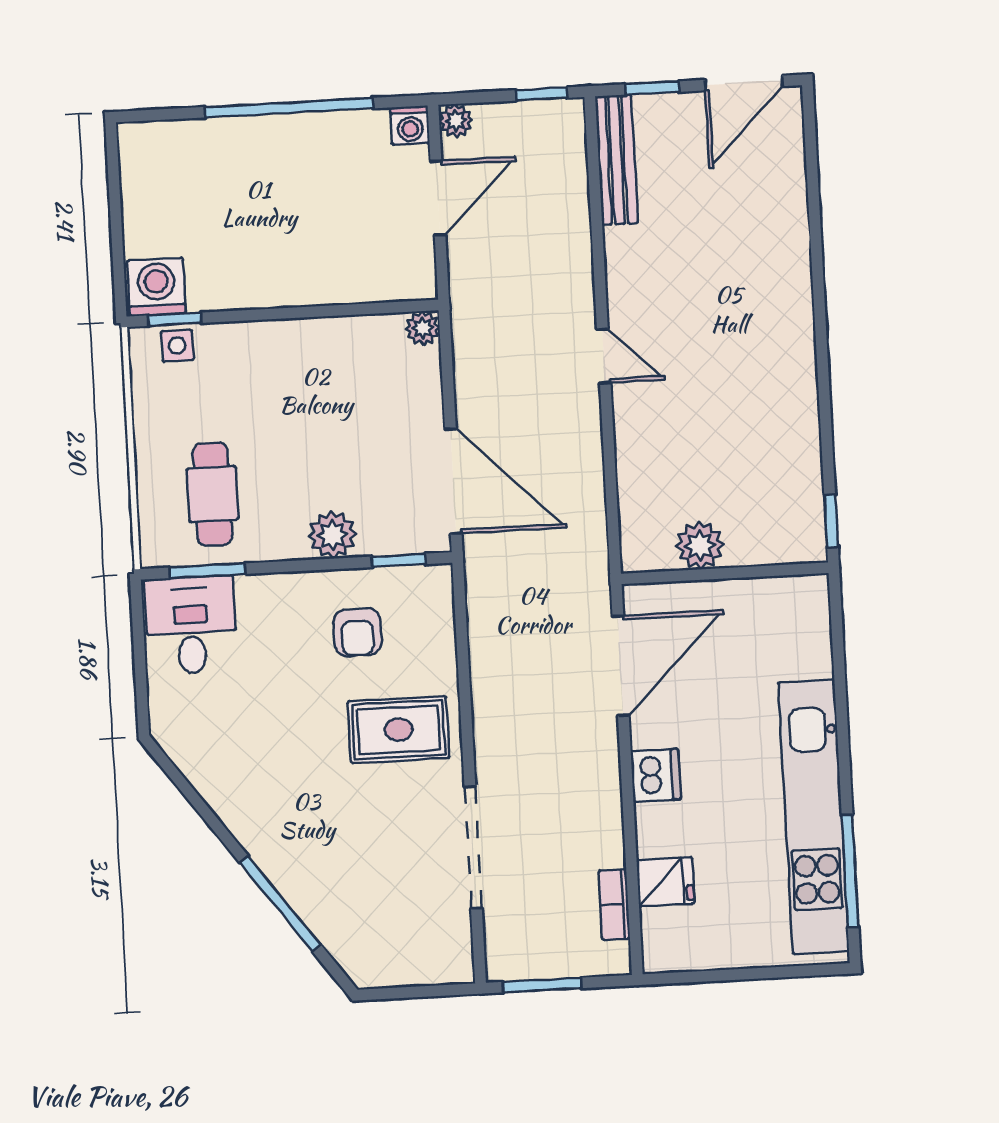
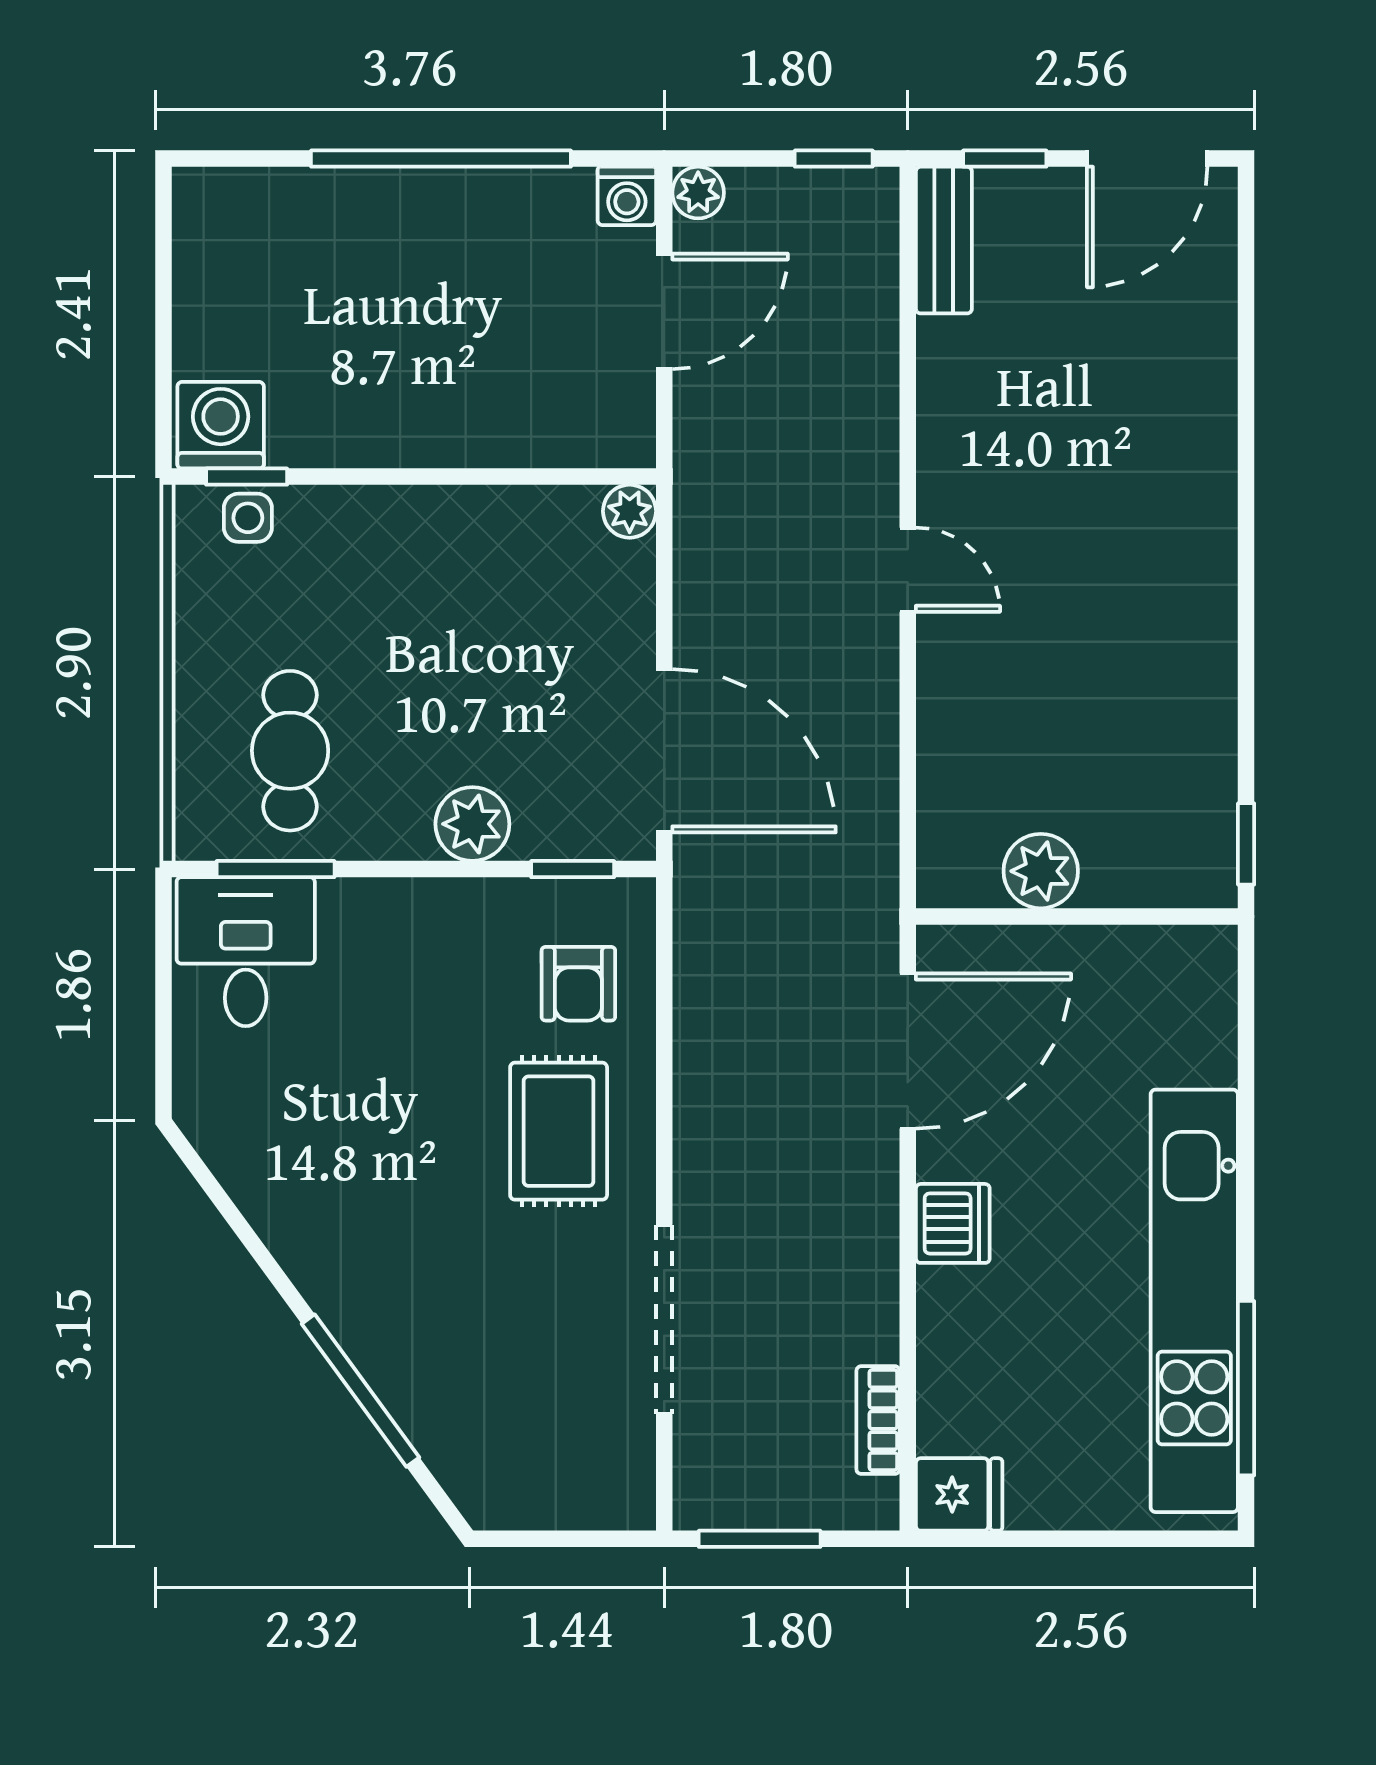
bench: (616, 160) -> (944, 240), width x0.73
armchair: (357, 632) -> (578, 984), moved
rug: (399, 730) -> (559, 1131), turned 90
fridge: (665, 882) -> (959, 1494), moved

